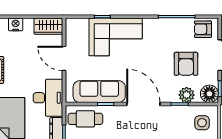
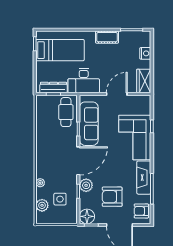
fireplace: (163, 26) -> (144, 178), added
armchair: (203, 29) -> (141, 211), turned -90
plant: (187, 95) -> (86, 185), moved
side table: (202, 123) -> (60, 199), moved

